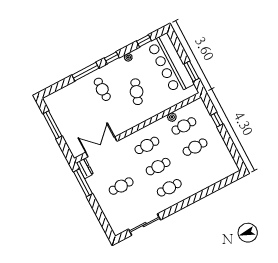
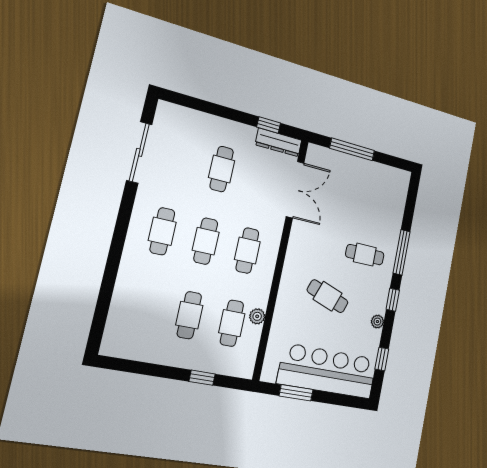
window: (52, 125) -> (352, 149), moved
dresser: (85, 168) -> (279, 142), width x1.44
window: (83, 183) -> (269, 125), width x0.46

